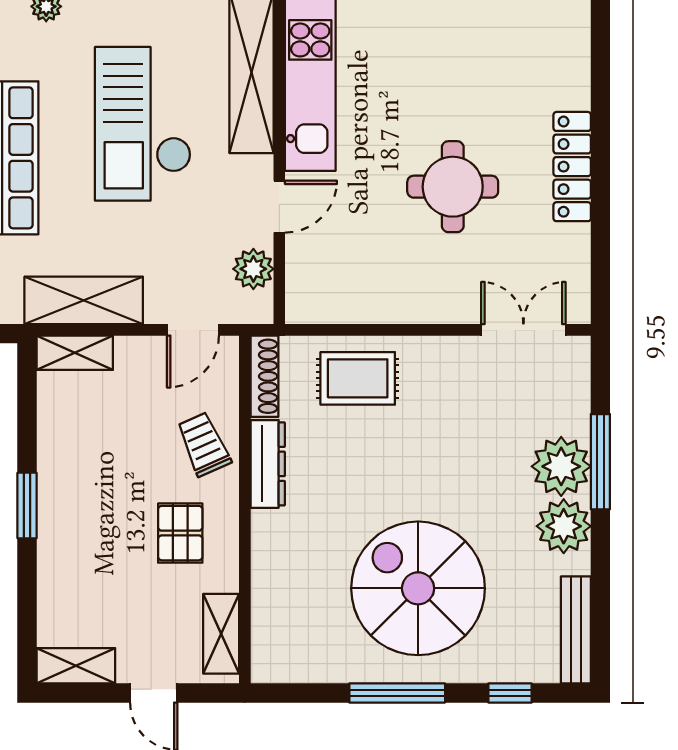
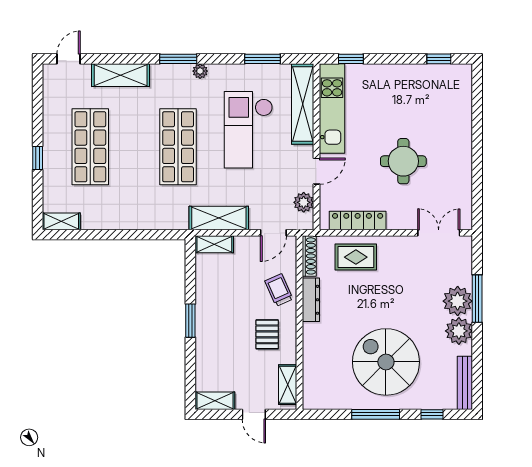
locker: (572, 167) -> (358, 221), moved, turned 90

